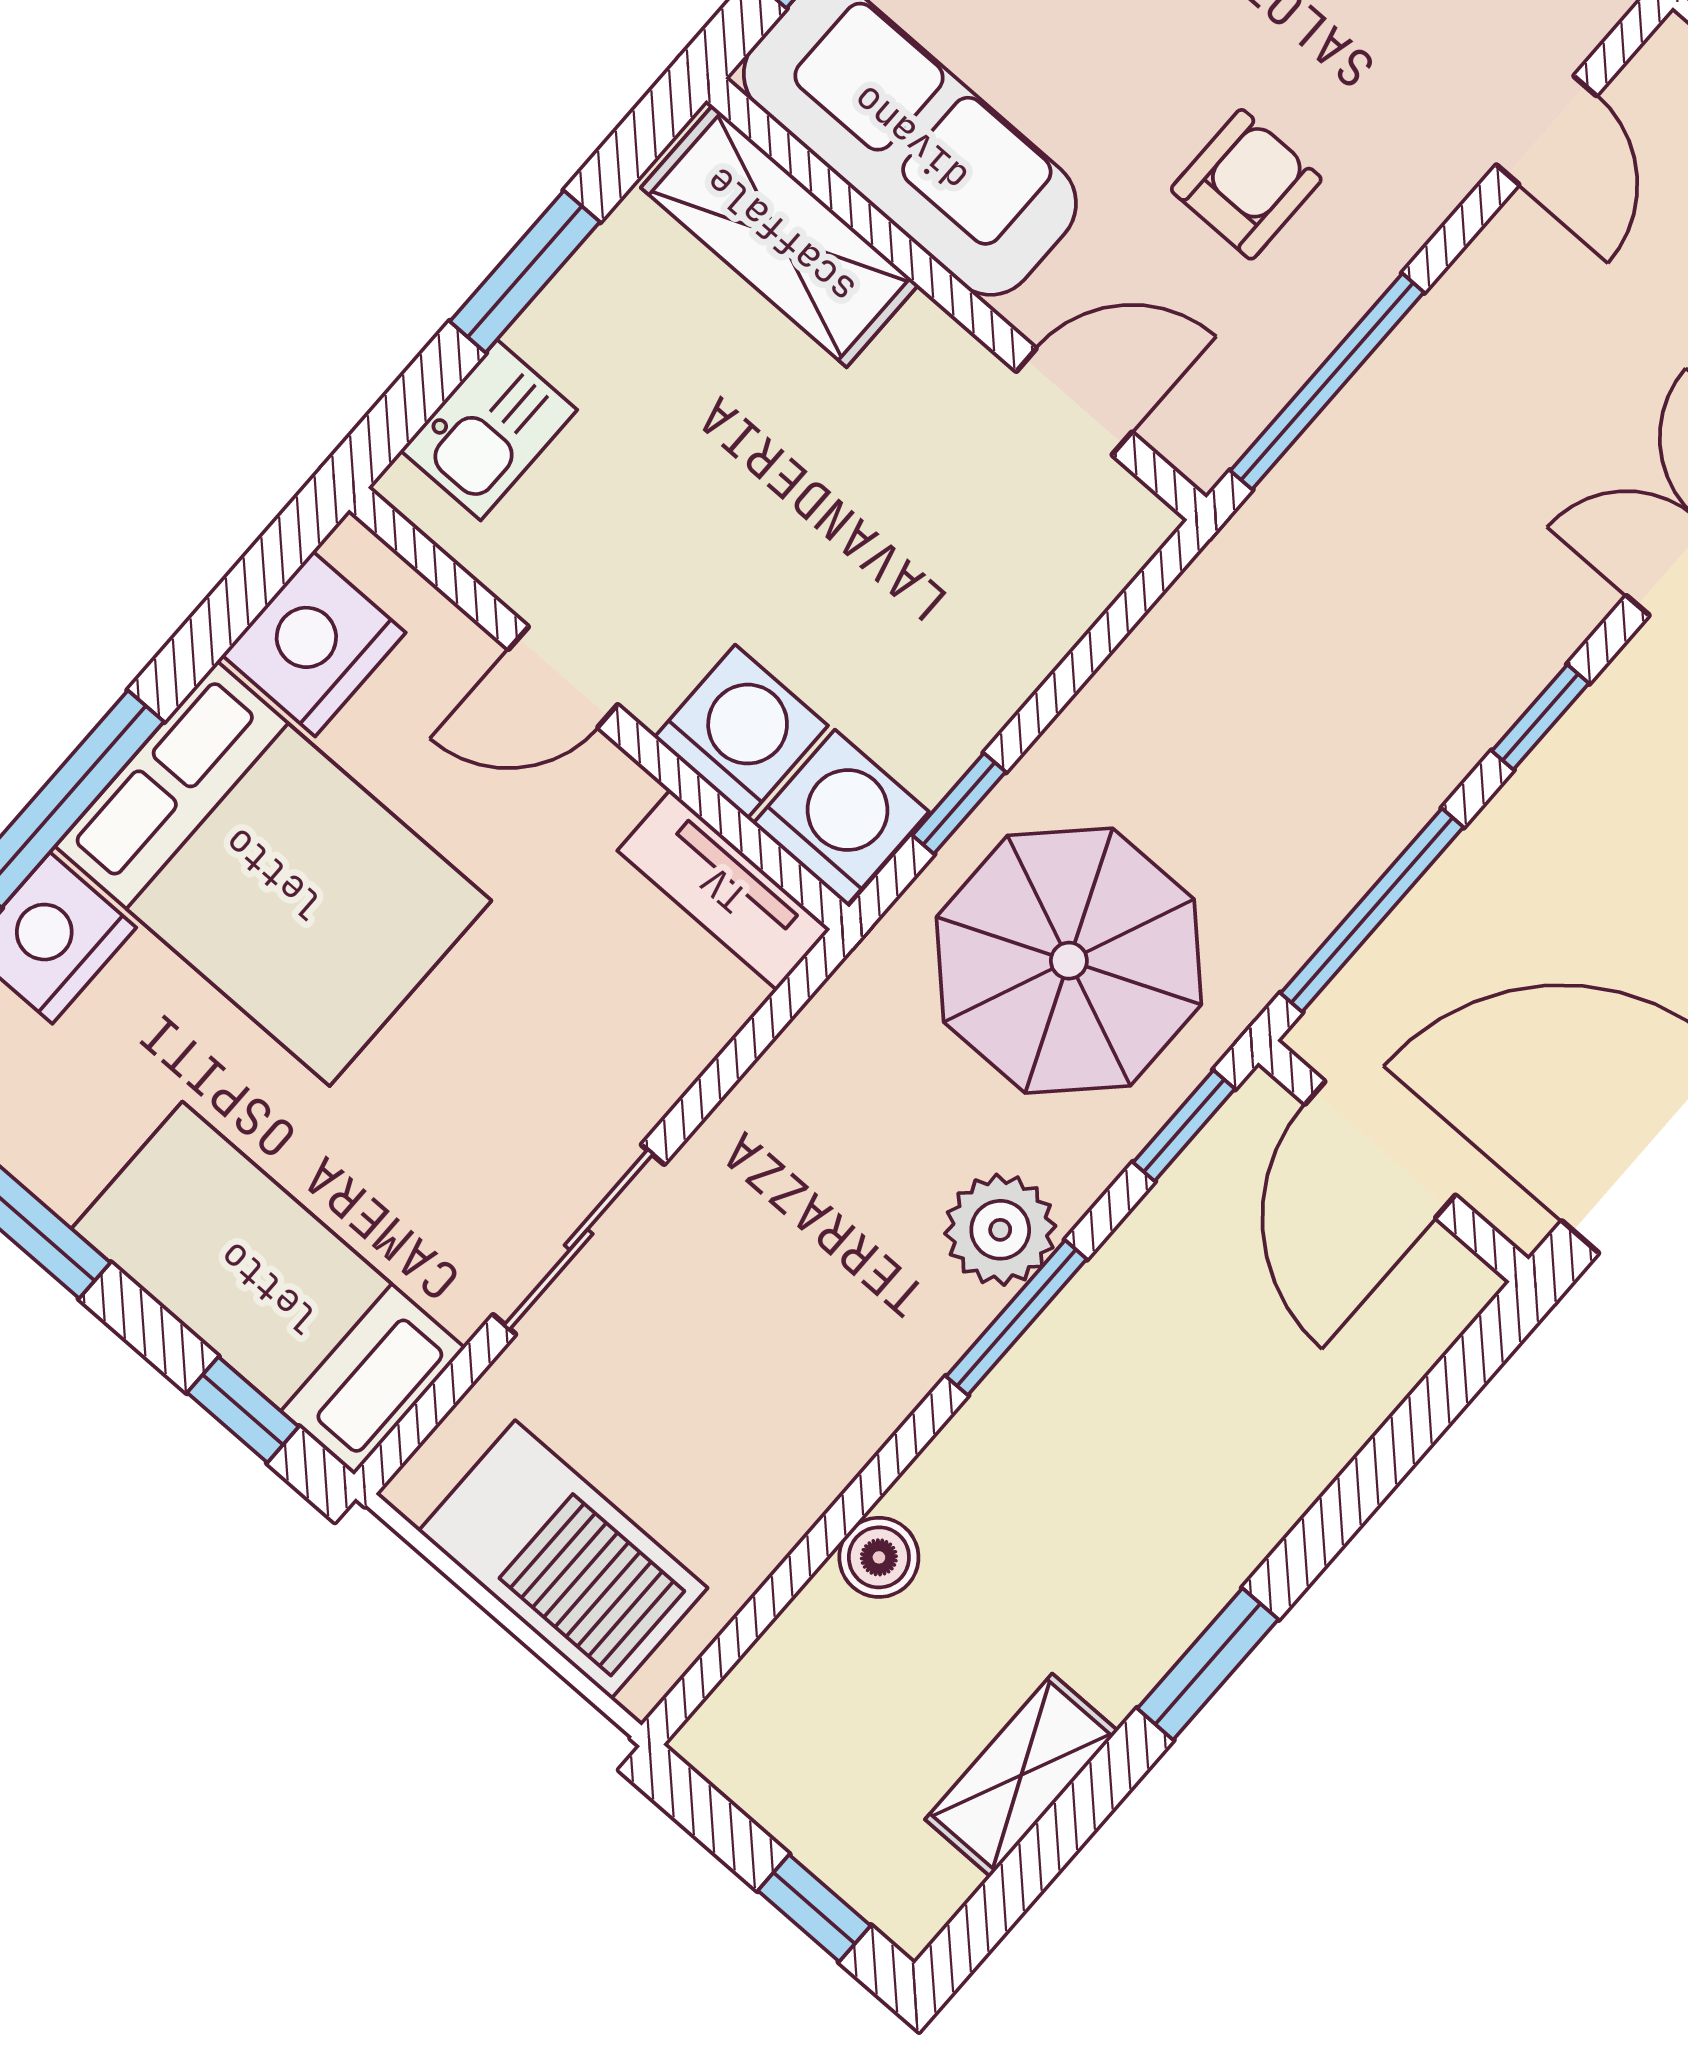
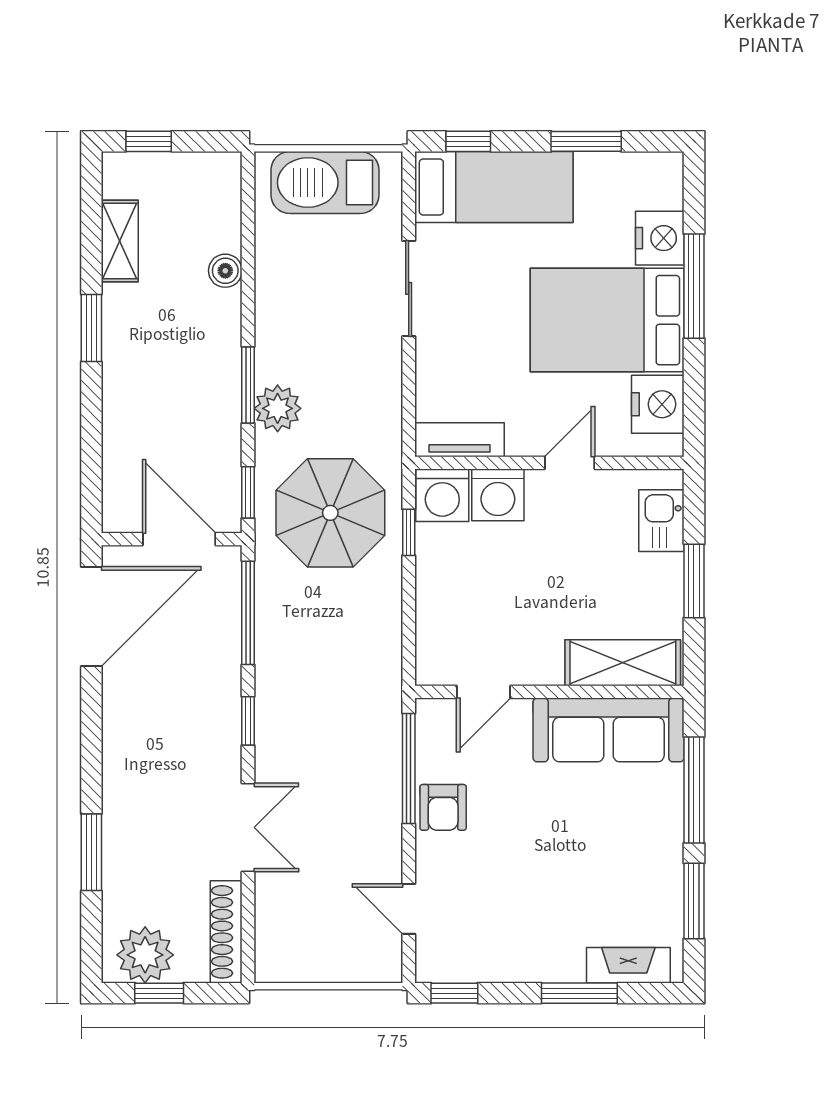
armchair: (1246, 184) -> (443, 807), moved

